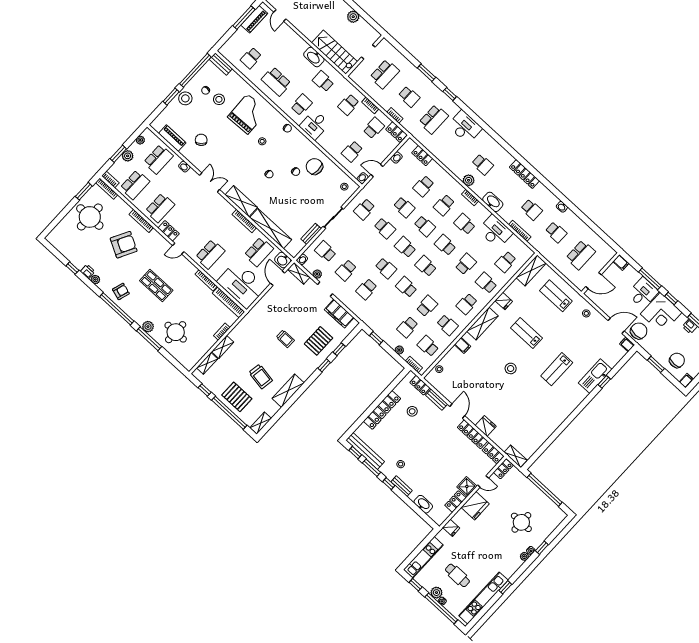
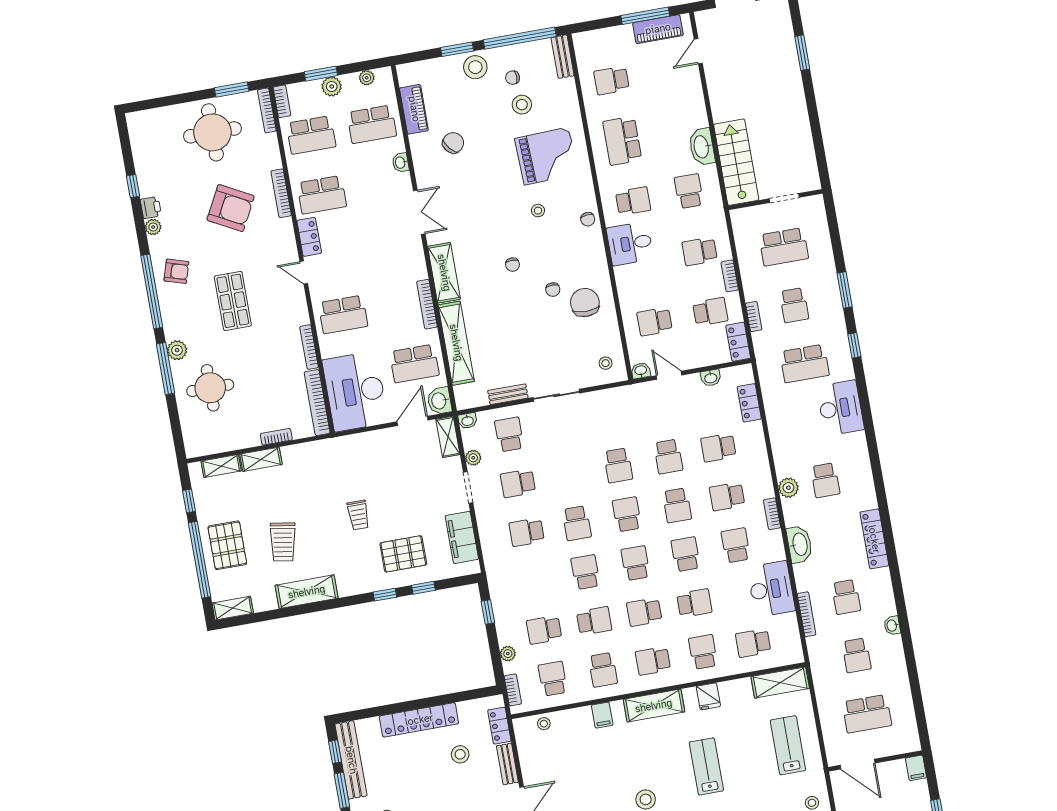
plant: (353, 17) -> (801, 132), removed
school desk: (364, 209) -> (644, 612), moved

